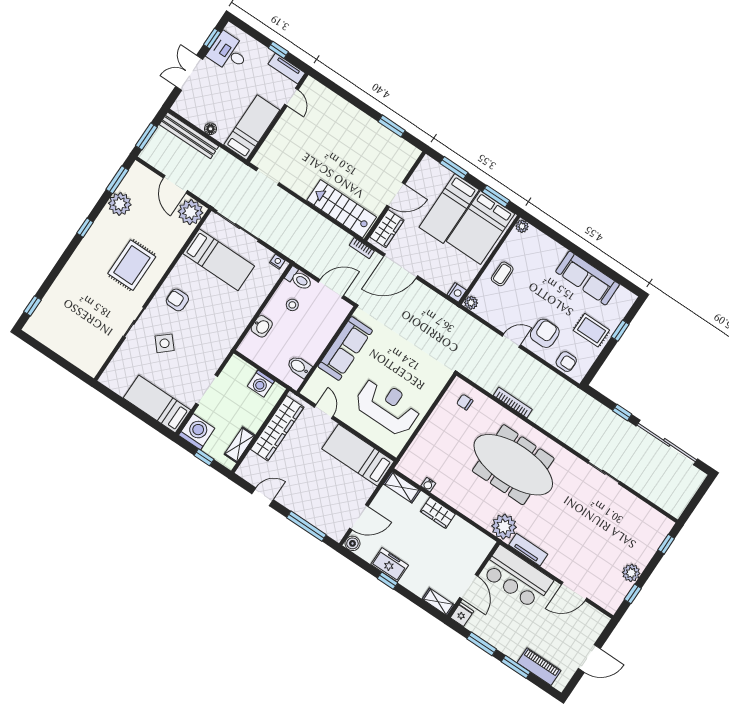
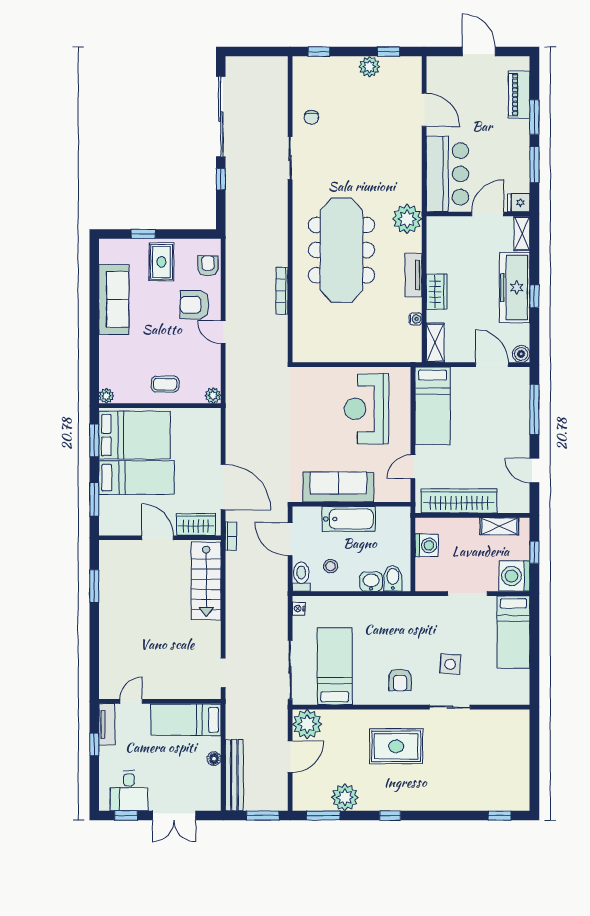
nightstand: (457, 292) -> (212, 416), removed
bathtub: (317, 340) -> (349, 519), added
side table: (165, 343) -> (450, 664), turned 45
bidet: (299, 367) -> (393, 578), moved, turned 180
chair: (465, 402) -> (311, 117), moved
tv unit: (528, 550) -> (414, 275), moved
freezer: (390, 565) -> (515, 288), width x1.91, depth x1.26

